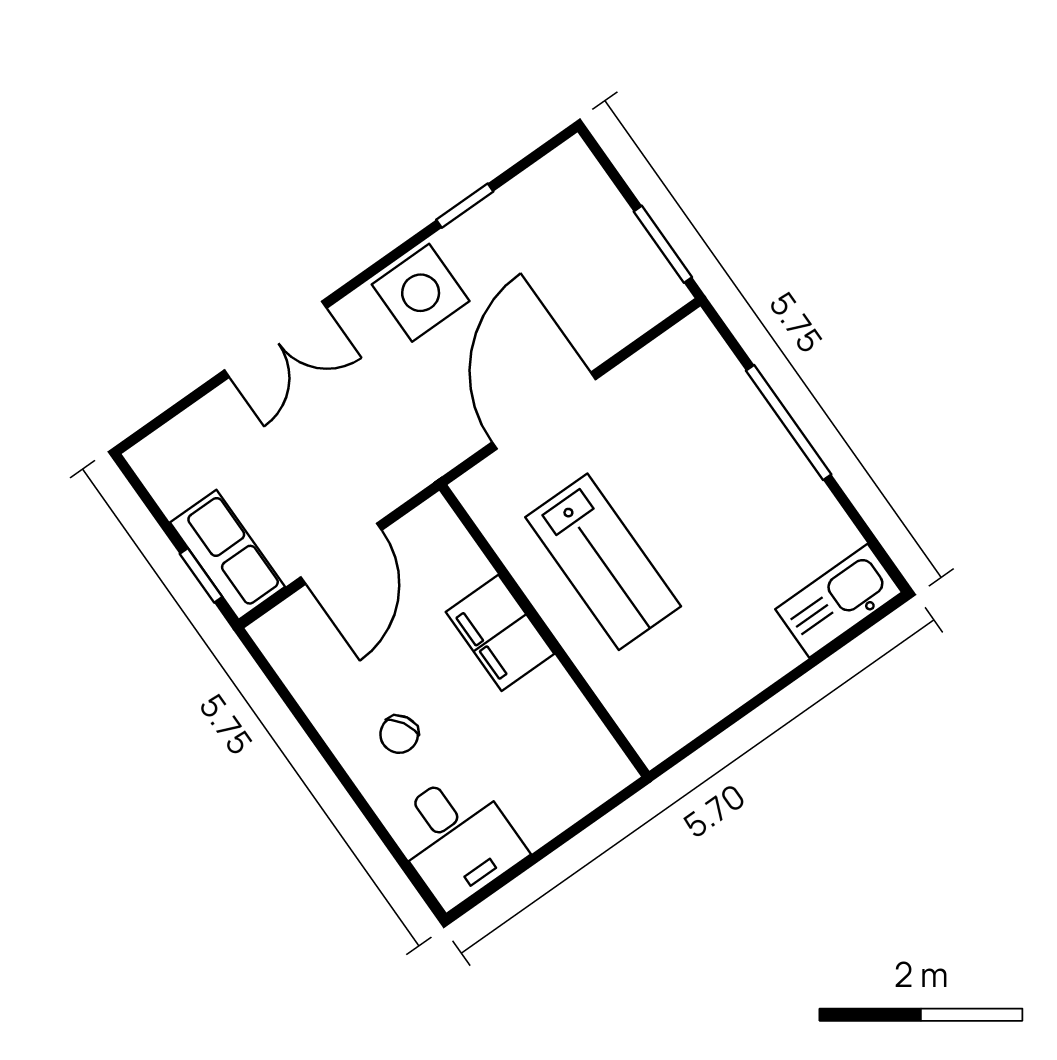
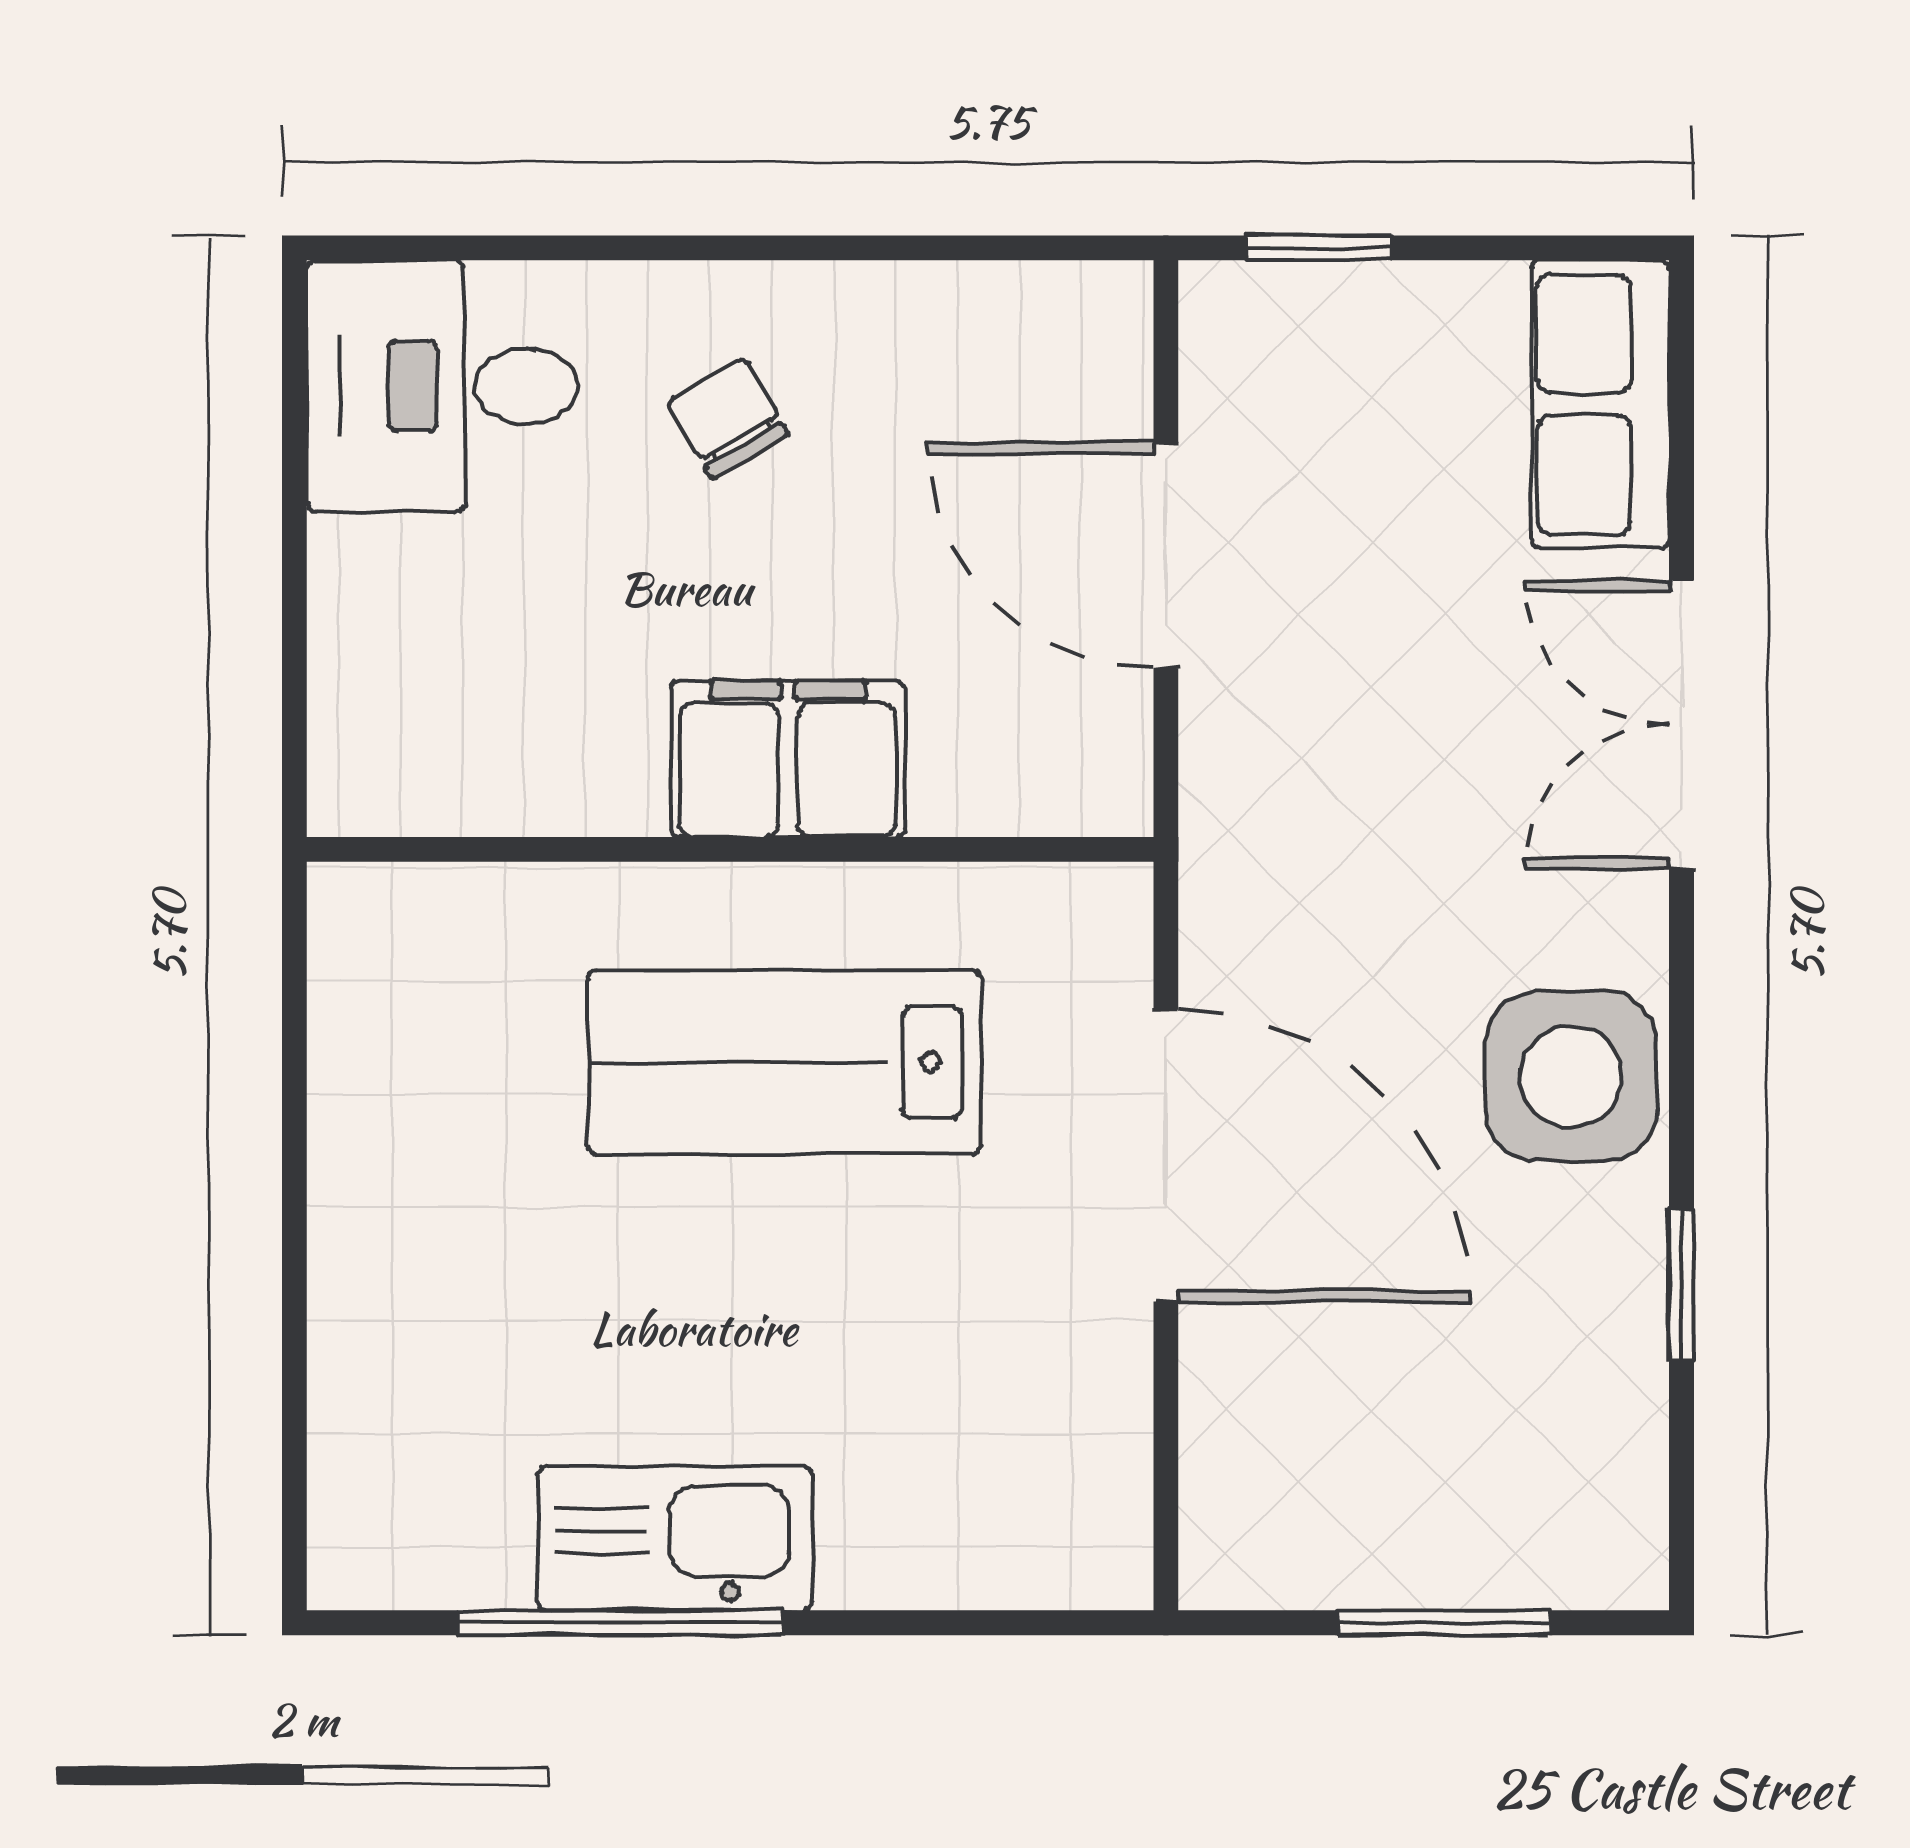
window: (663, 244) -> (1444, 1623), moved
window: (789, 423) -> (620, 1623), moved
row of seats: (227, 555) -> (1600, 404), moved, turned 90
kitchen sink: (839, 601) -> (675, 1538), moved, turned -90

